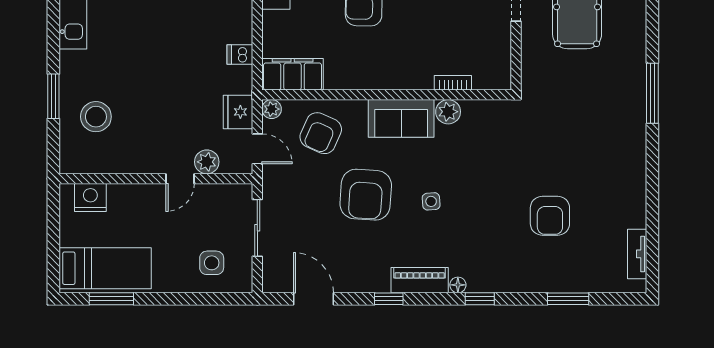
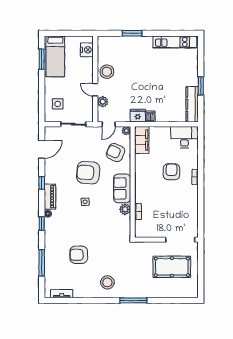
fridge: (238, 112) -> (138, 116), moved
stool: (96, 117) -> (107, 72), moved
stool: (612, 151) -> (107, 282), added
window: (568, 299) -> (42, 263), width x1.44

